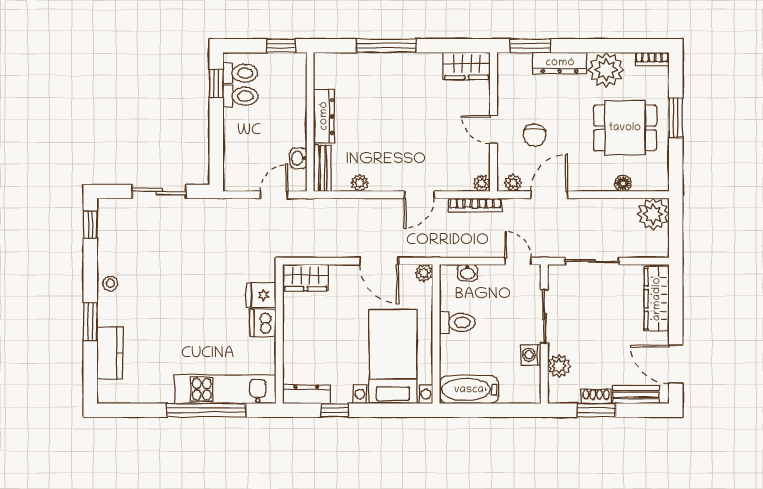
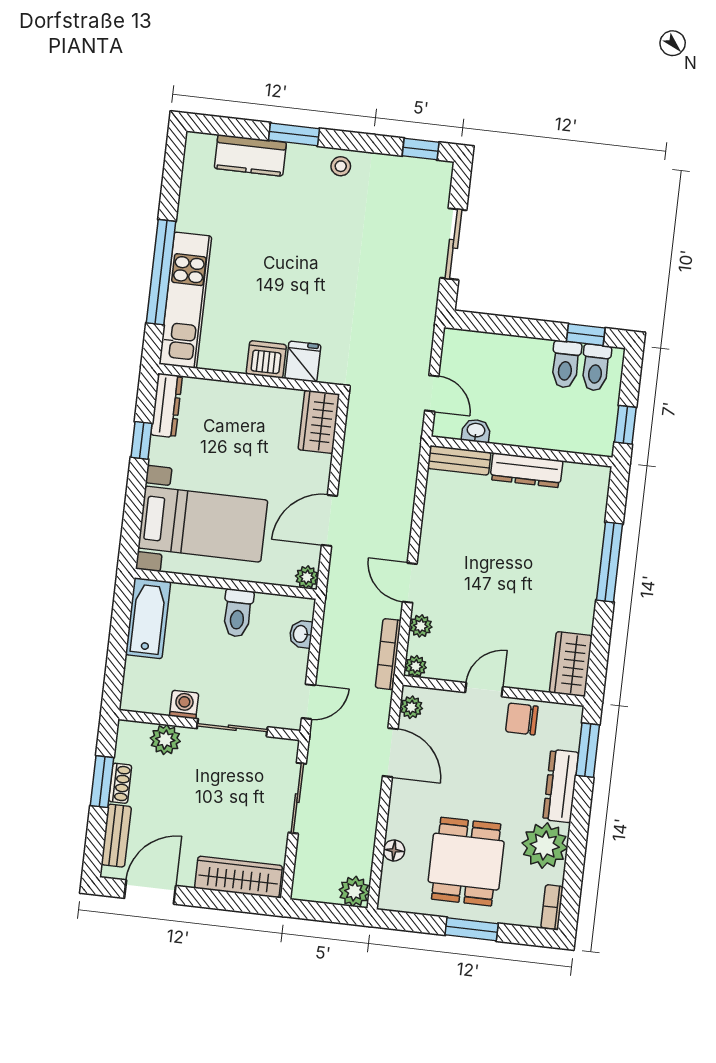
chair: (535, 135) -> (522, 719), moved
plant: (360, 183) -> (421, 626), moved
plant: (653, 214) -> (354, 891), width x0.73, depth x0.73

